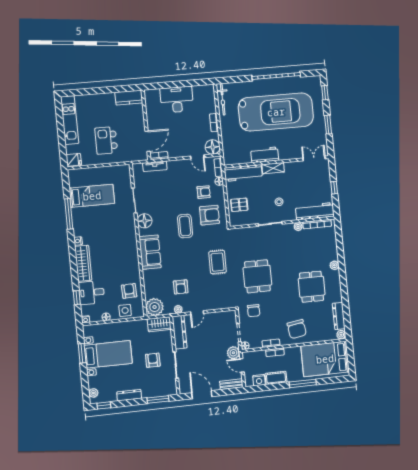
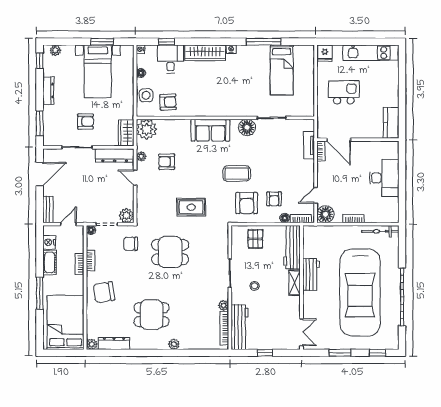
plant: (233, 353) -> (126, 216), moved

